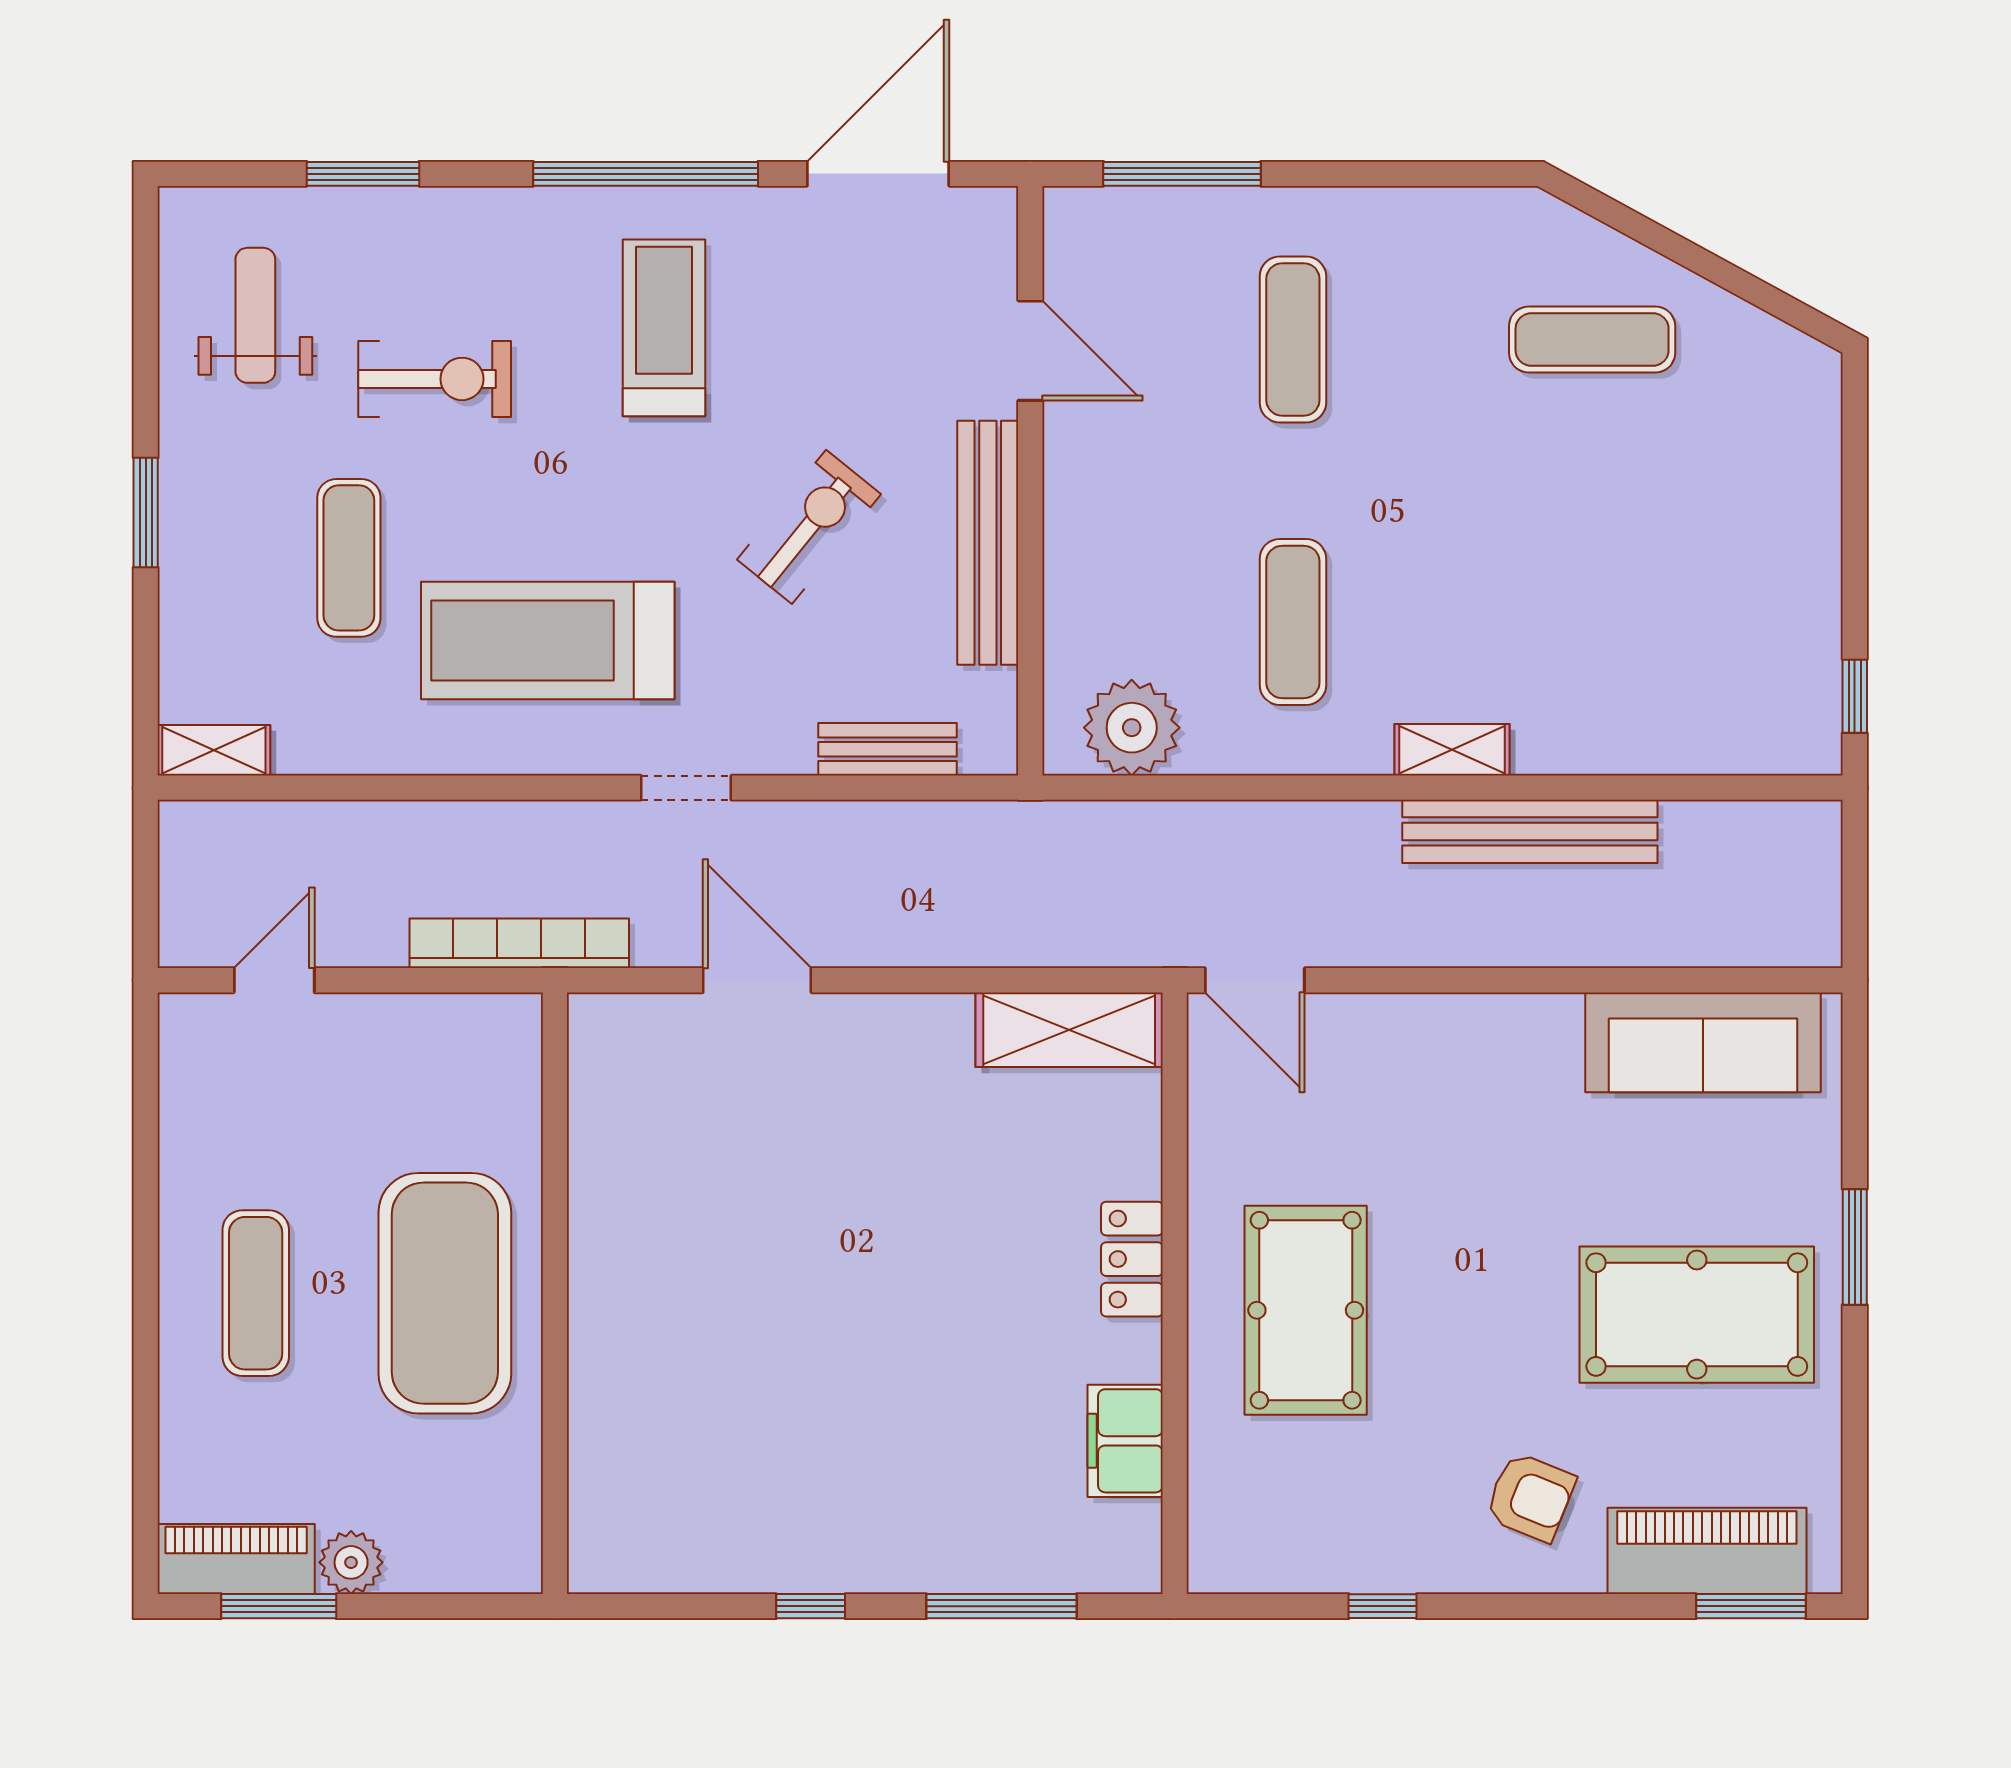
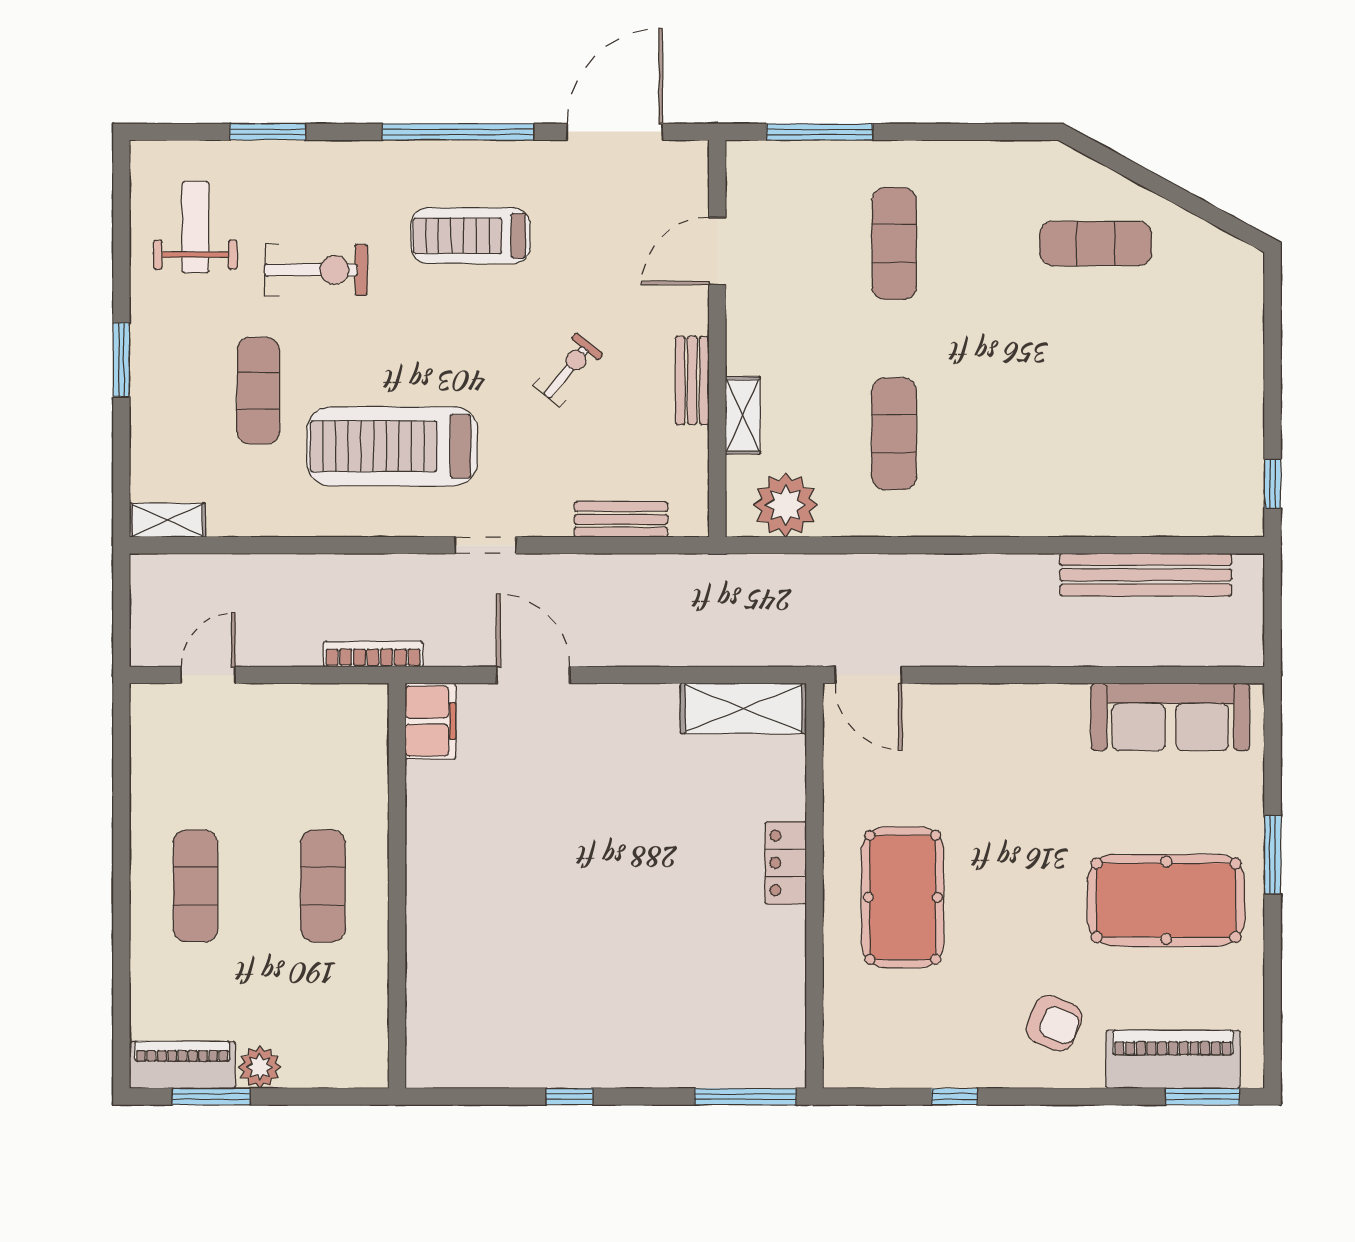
treadmill: (664, 328) -> (471, 236), turned -90
door: (1030, 351) -> (717, 251), swing flipped
exercise bike: (809, 527) -> (568, 370), width x0.73, depth x0.72
bench: (988, 543) -> (692, 380), width x0.54, depth x0.82
shelving: (1452, 750) -> (743, 415), moved, turned 90
bench: (1530, 831) -> (1146, 575), moved
bookcase: (519, 943) -> (373, 654), width x0.68, depth x0.76
exercise mat: (445, 1293) -> (323, 886), width x0.50, depth x0.69
filing cabinet: (1125, 1441) -> (430, 721), moved, turned 180
window: (1001, 1606) -> (745, 1097), moved

